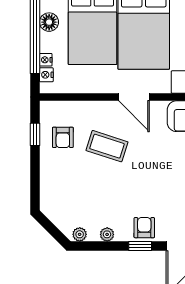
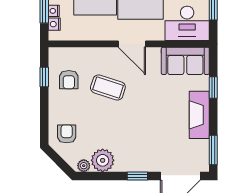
armchair: (144, 228) -> (67, 134), moved
plant: (107, 234) -> (103, 160), width x1.87, depth x1.87

